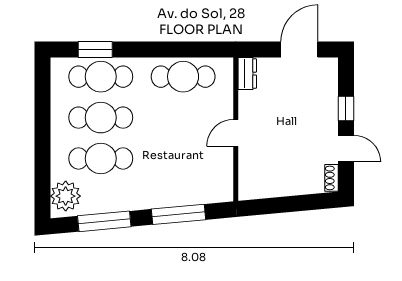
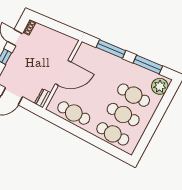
window: (95, 50) -> (108, 148), removed
door: (236, 133) -> (63, 73), width x1.87

